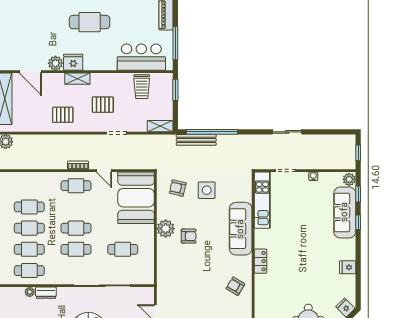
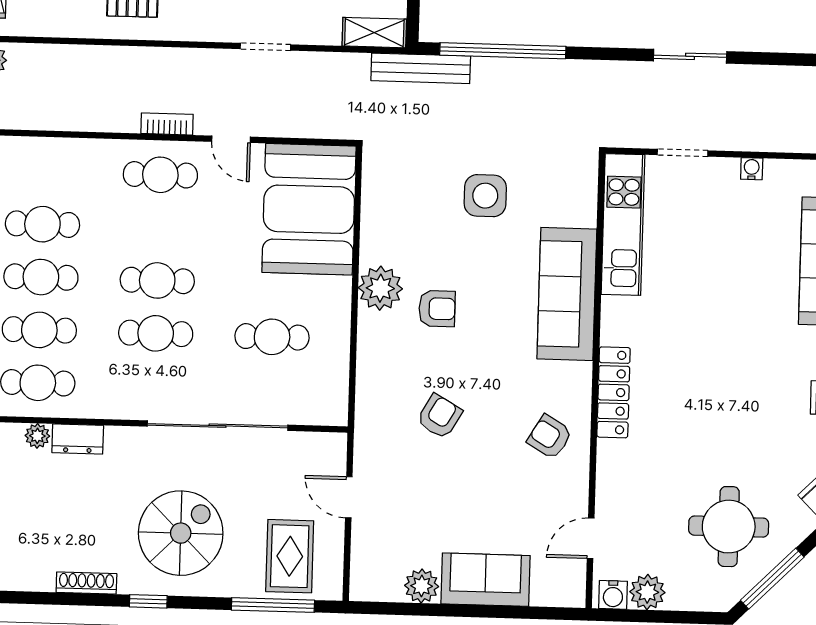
bench: (196, 140) -> (421, 68), moved
armchair: (178, 188) -> (439, 416), moved, turned 107
locker: (260, 261) -> (614, 392), width x1.53

